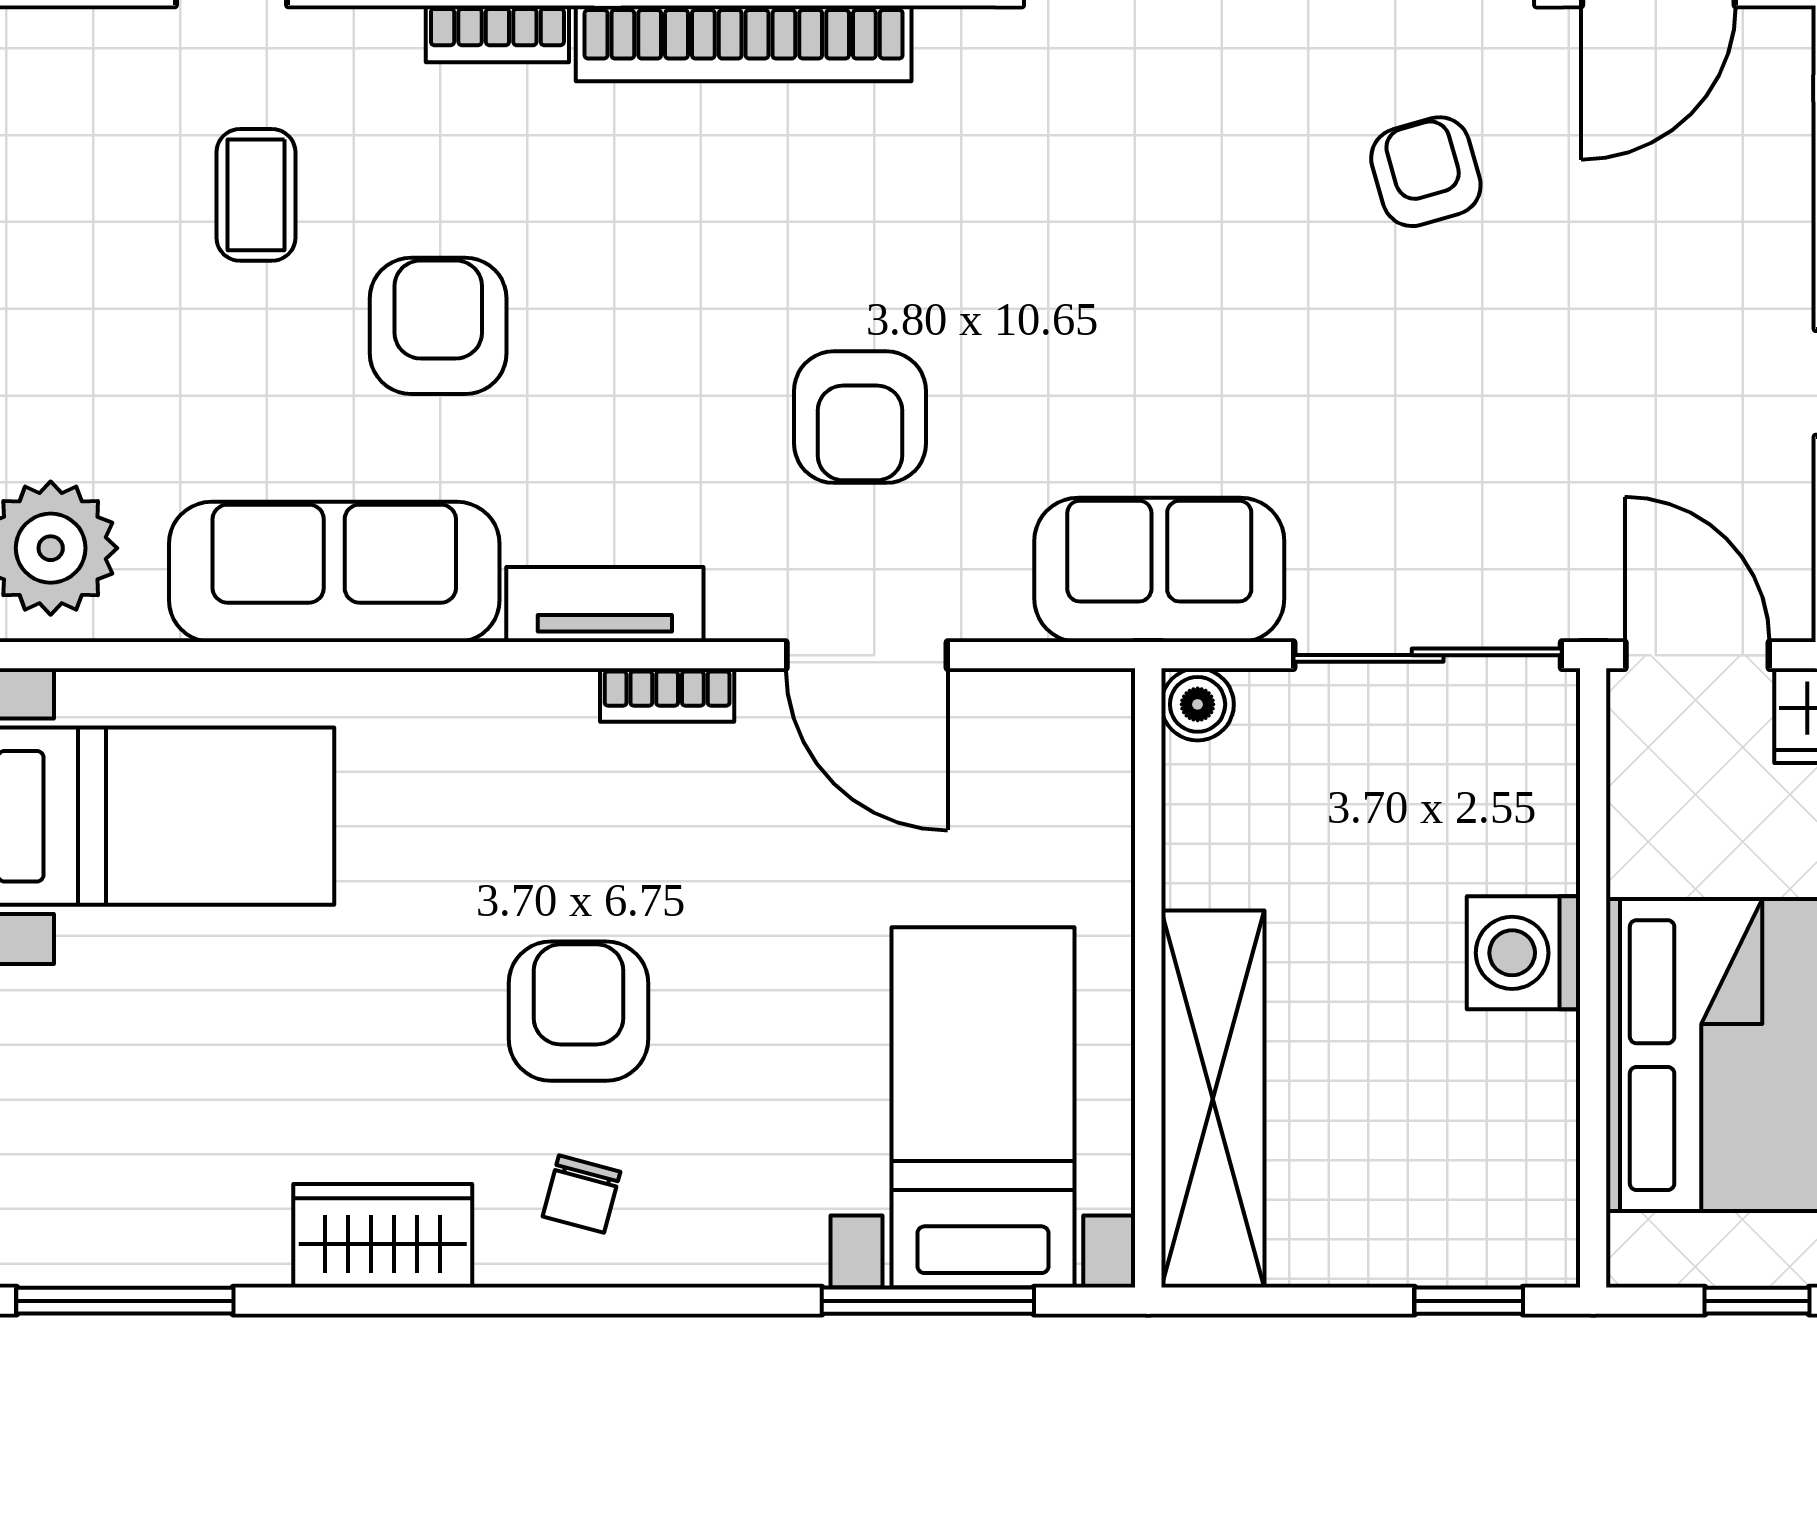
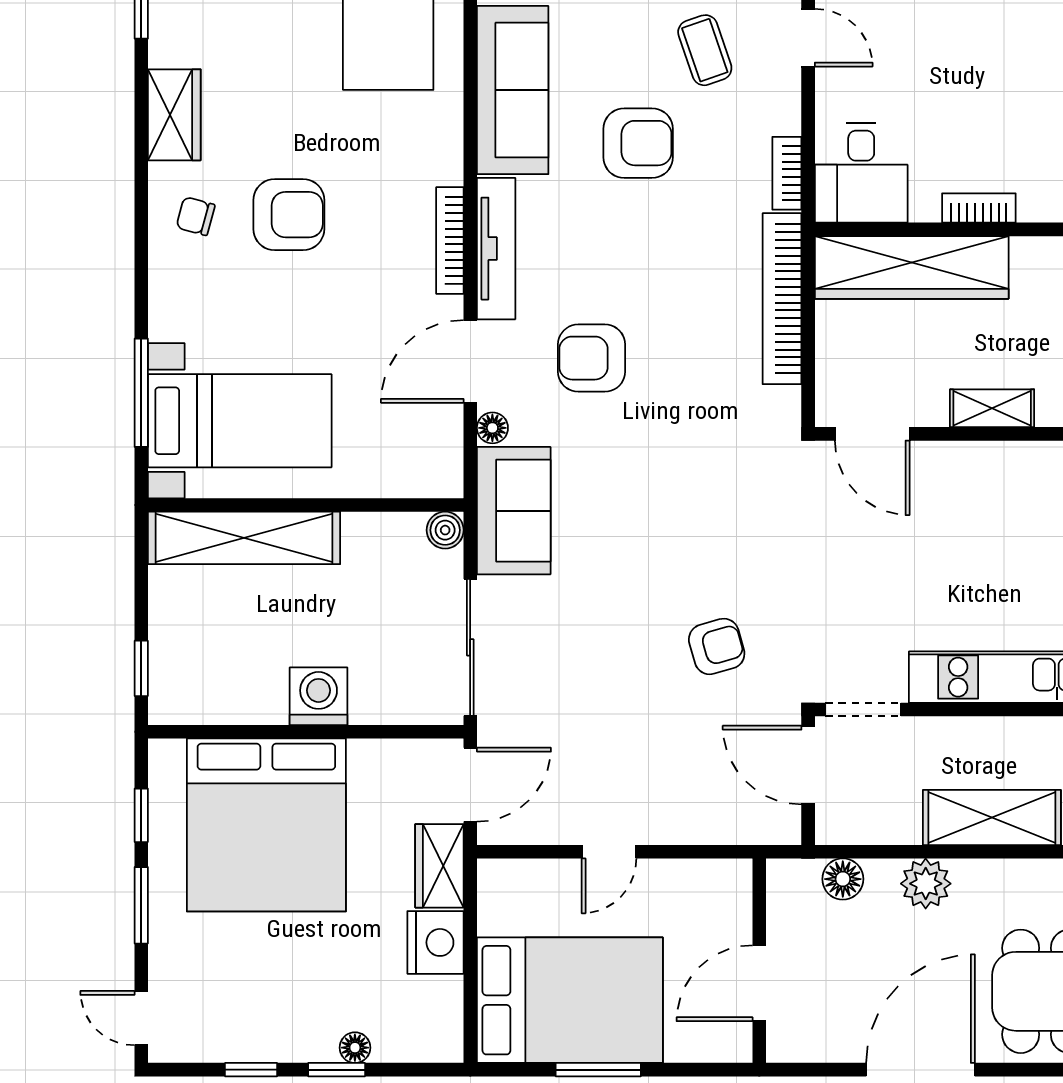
coffee table: (256, 195) -> (705, 50), turned 71
tv unit: (605, 604) -> (496, 249), width x1.41
floor lamp: (997, 612) -> (492, 428), added
bookcase: (667, 695) -> (450, 241), width x1.56

